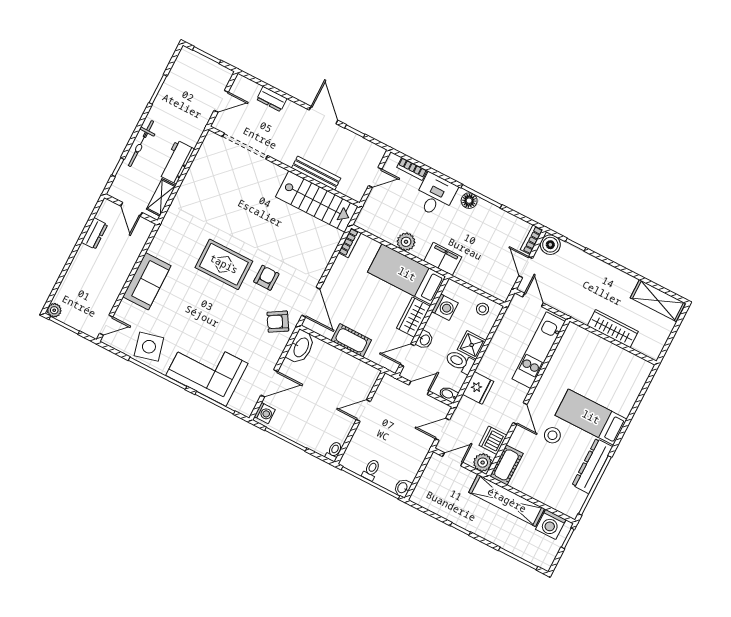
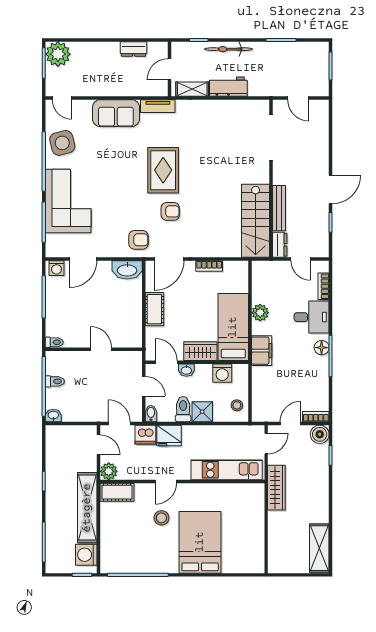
dresser: (272, 99) -> (280, 245), moved, turned 180
tv unit: (161, 238) -> (158, 106), added
bookcase: (350, 243) -> (209, 266), moved
plant: (54, 310) -> (58, 54), width x1.88, depth x1.88
armchair: (278, 322) -> (139, 240), turned 121
wardrobe: (613, 329) -> (276, 488), moved
door: (269, 383) -> (83, 259), hinge flipped
bed: (591, 417) -> (200, 542), width x1.50
dishwasher: (493, 440) -> (145, 435), moved, turned 180
dresser: (592, 466) -> (153, 564), removed

